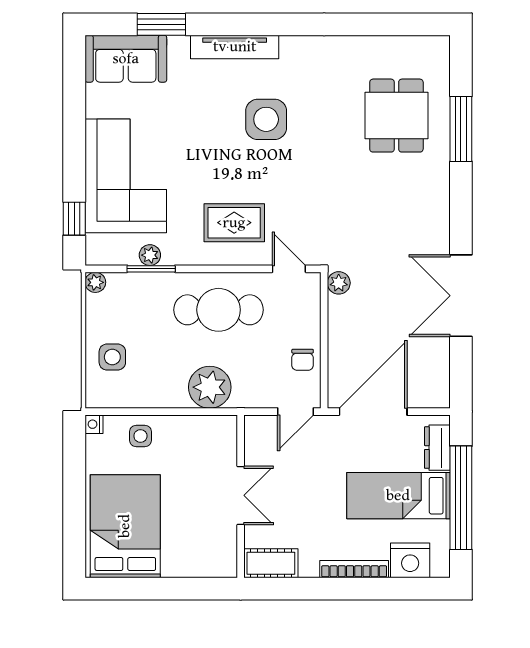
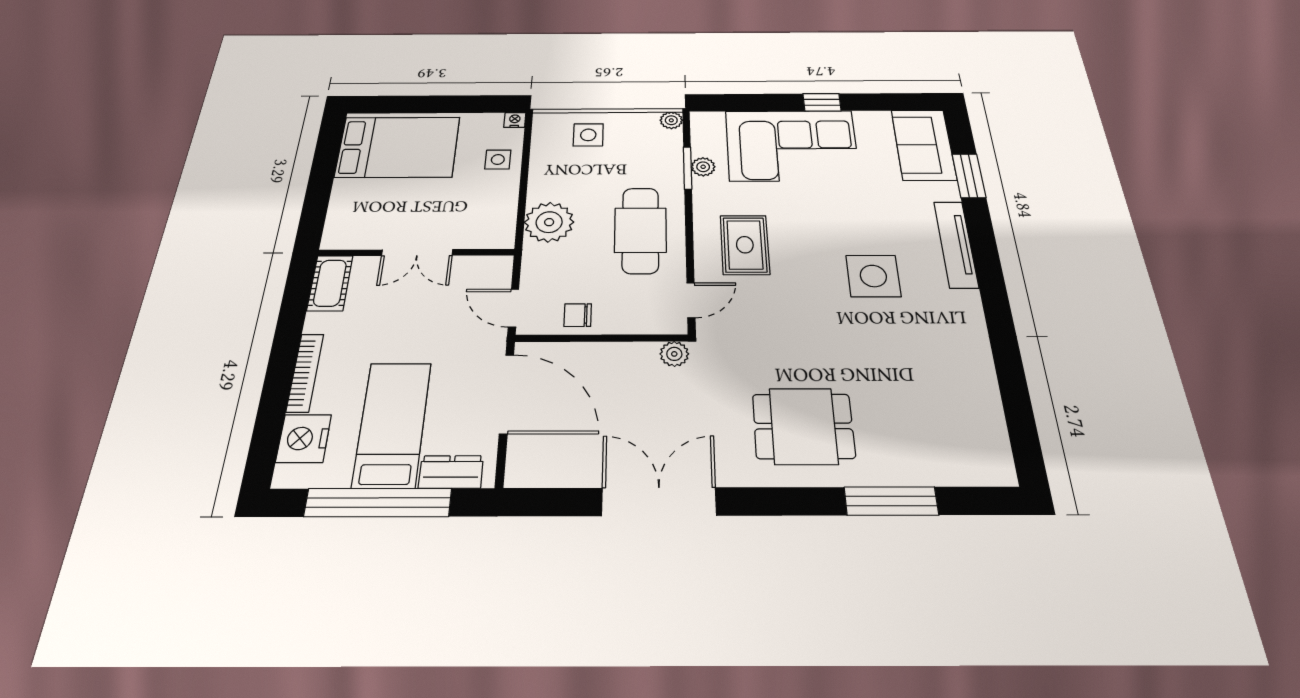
dining table: (396, 116) -> (803, 426), moved
window: (74, 219) -> (822, 102), moved

